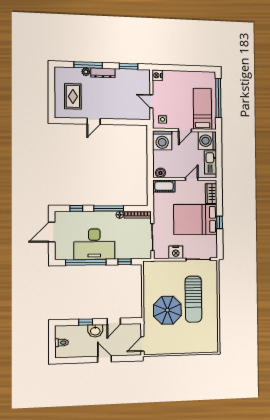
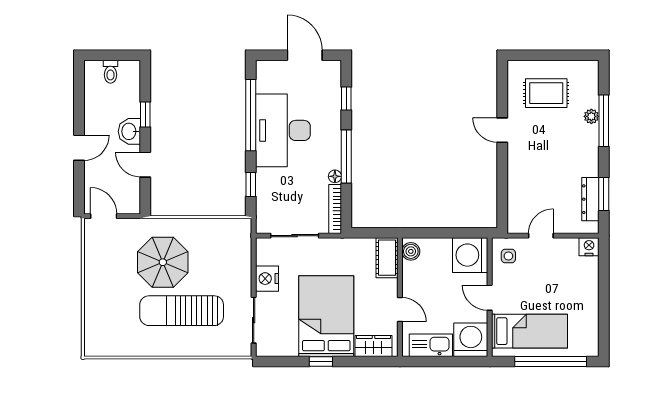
dresser: (103, 73) -> (590, 199), moved

